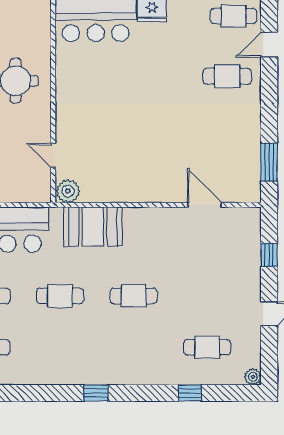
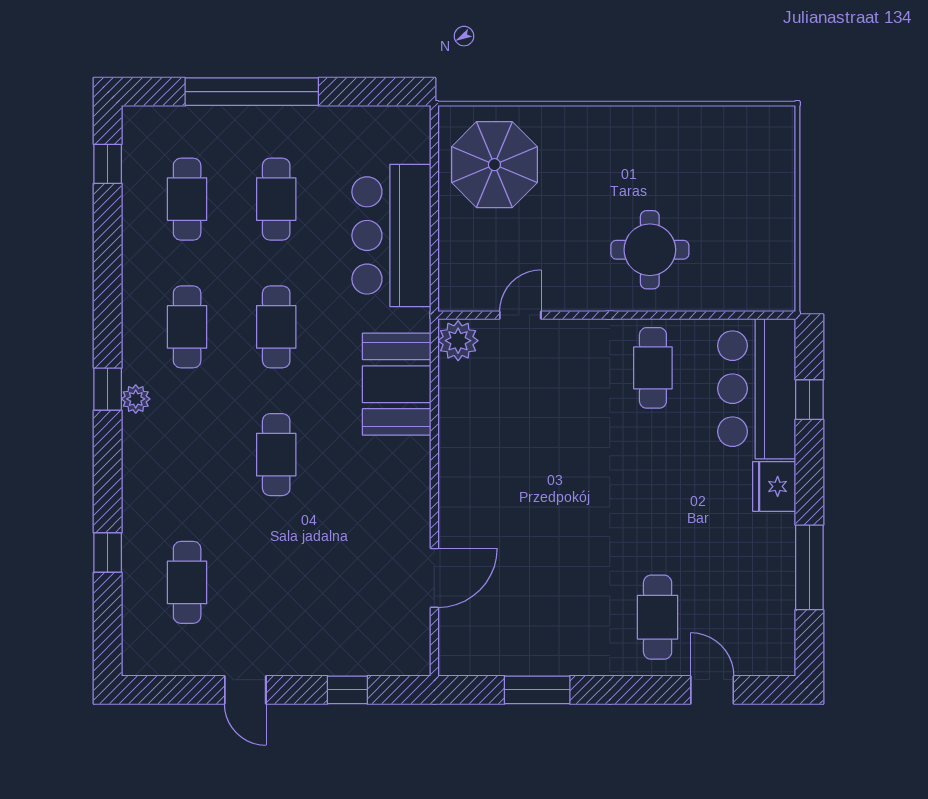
cafe table: (233, 16) -> (653, 368), moved
window: (269, 162) -> (537, 690), moved
cafe table: (60, 347) -> (187, 327), added
plant: (253, 377) -> (136, 399), moved

